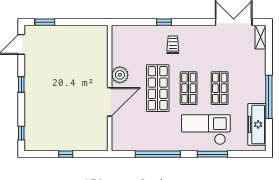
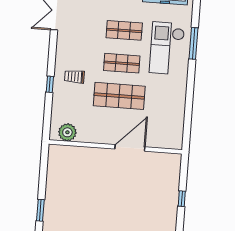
plant: (120, 75) -> (67, 132), moved
door: (110, 102) -> (130, 148), hinge flipped
window: (158, 154) -> (189, 101), removed

